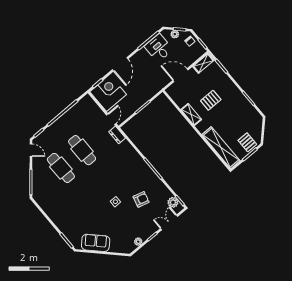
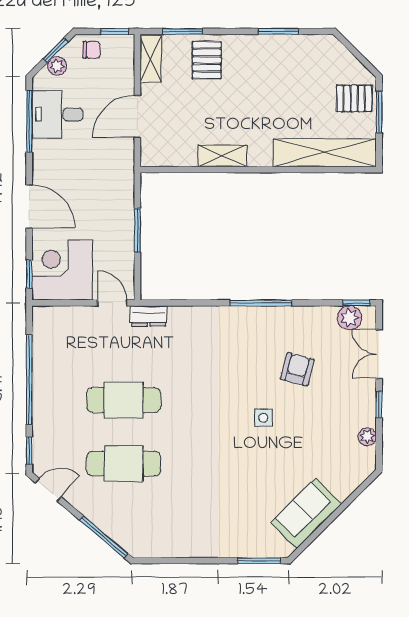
pallet: (211, 100) -> (207, 60), moved

